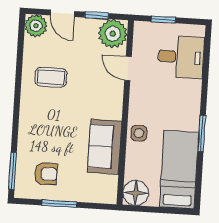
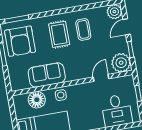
rug: (50, 114) -> (59, 34), added
armchair: (46, 174) -> (20, 41), width x1.88, depth x1.88
floor lamp: (136, 193) -> (37, 100), moved

